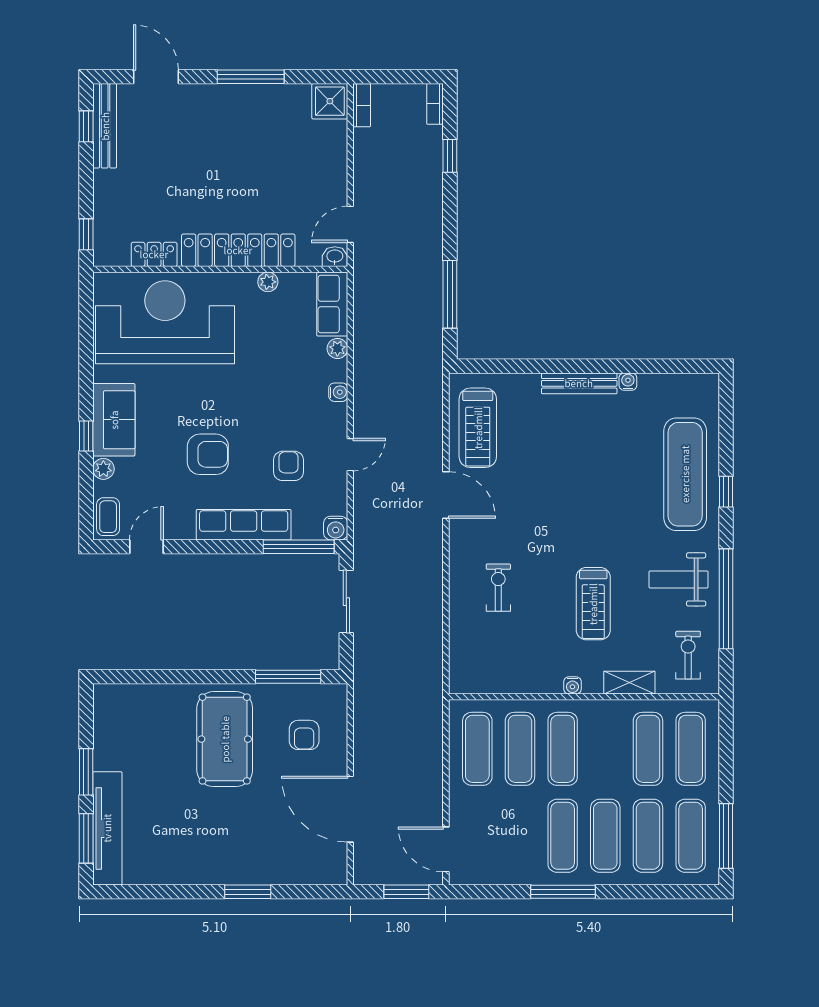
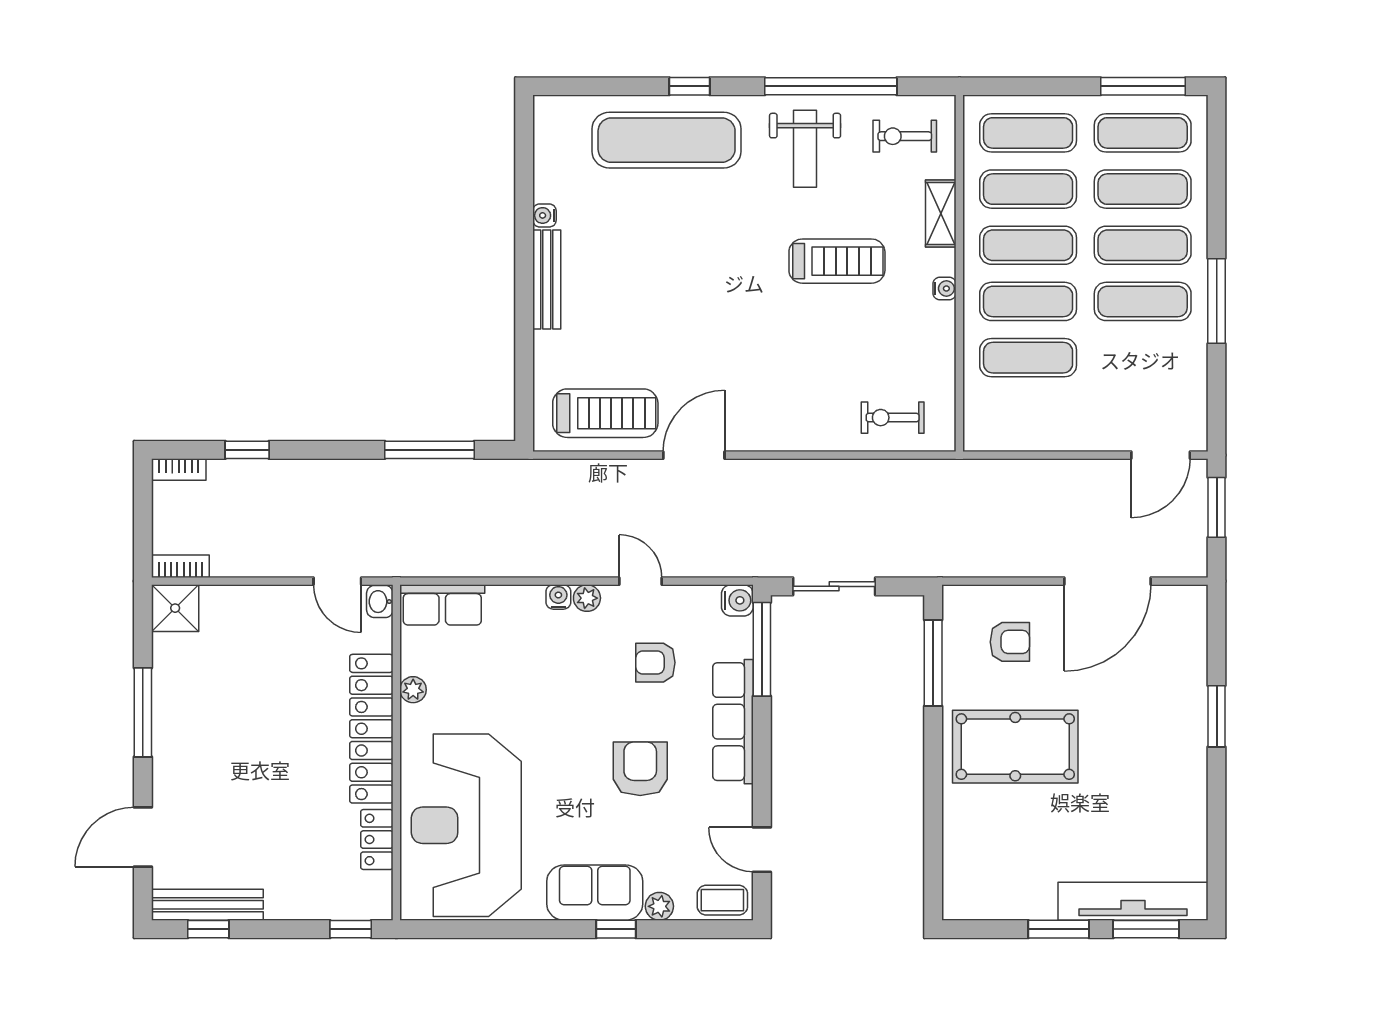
plant: (337, 348) -> (587, 598), moved
exercise bike: (498, 588) -> (893, 418), moved
exercise mat: (477, 749) -> (1028, 245), moved

